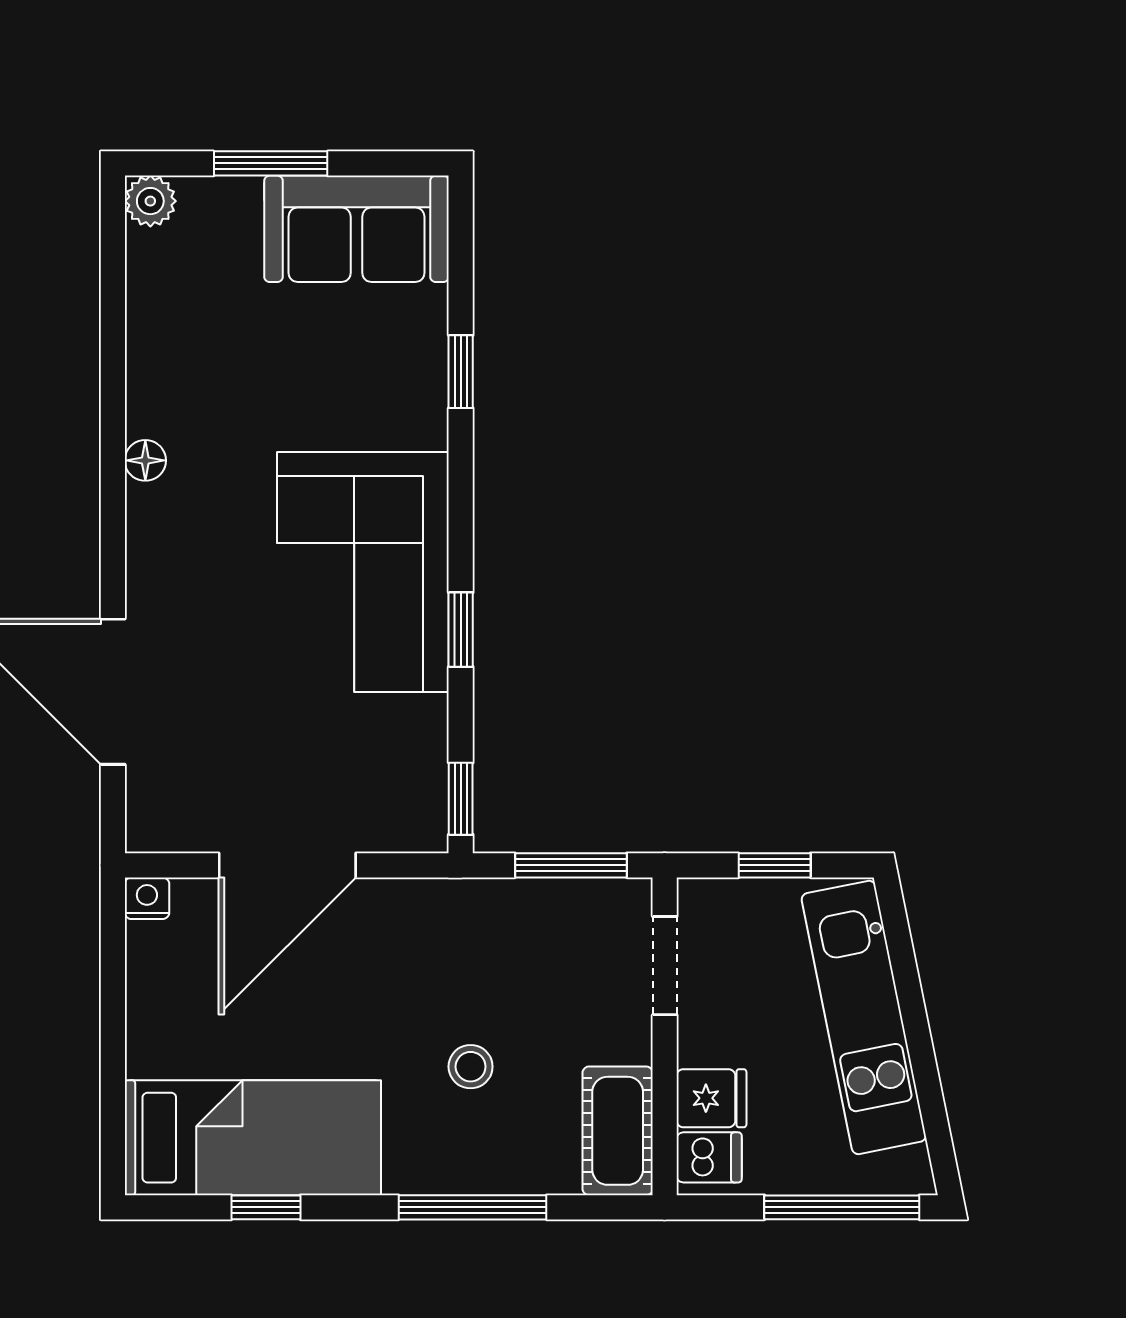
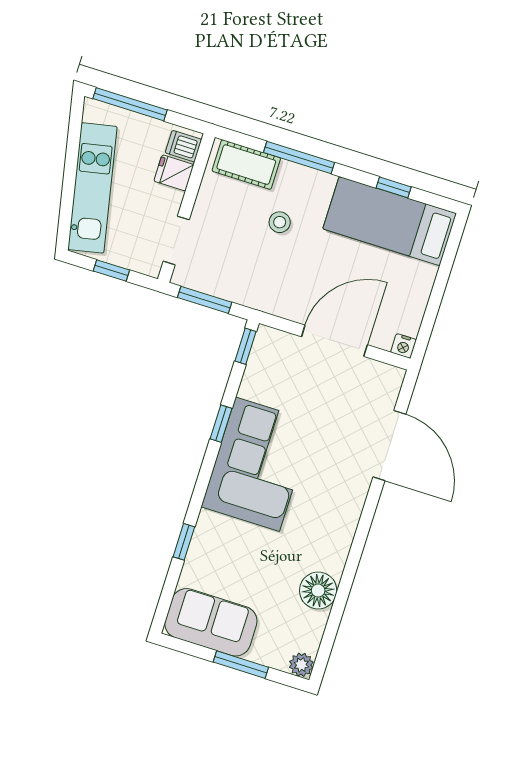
floor lamp: (145, 460) -> (318, 591), moved, width x1.89, depth x1.89
cot: (618, 1131) -> (246, 165), moved, turned 90

